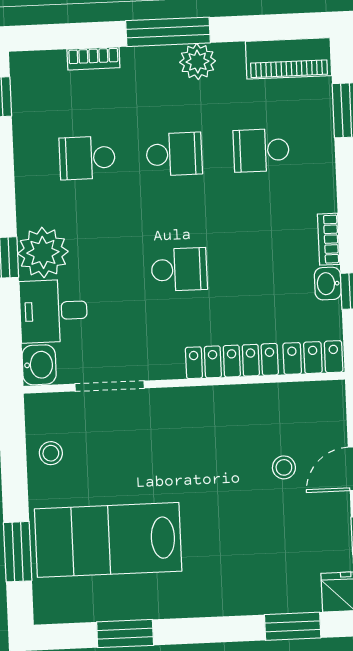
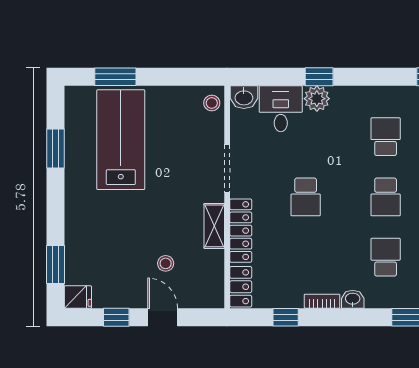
plant: (43, 252) -> (317, 99), width x0.73, depth x0.73
washbasin: (328, 284) -> (353, 299), moved
doorway: (110, 386) -> (227, 169), moved
shelving: (227, 399) -> (214, 226), added
stool: (51, 453) -> (212, 103), moved

